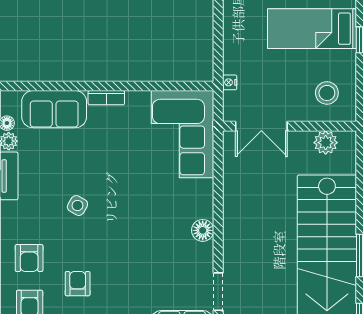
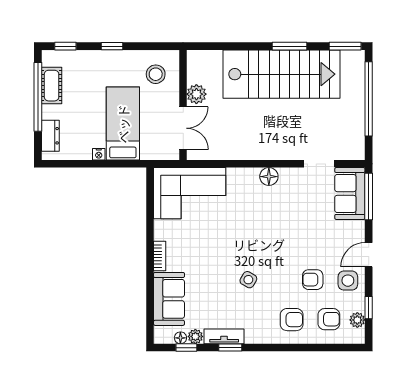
bed: (312, 29) -> (123, 124), moved, turned 180
nightstand: (230, 82) -> (99, 154), moved
plant: (326, 143) -> (196, 94), moved

